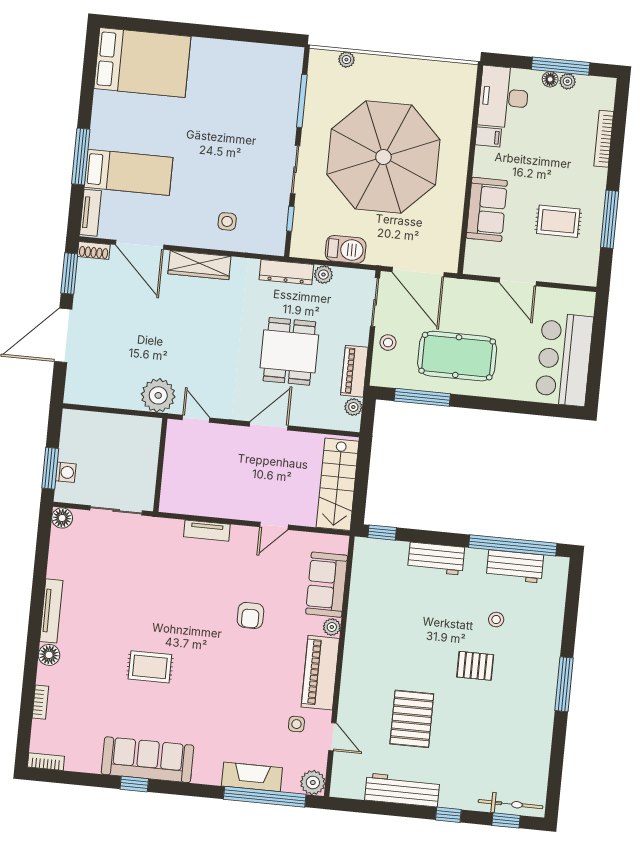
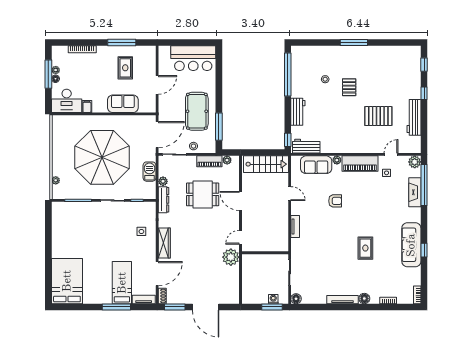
workbench: (515, 566) -> (306, 146), moved, turned -90
bicycle: (511, 804) -> (416, 63), removed

